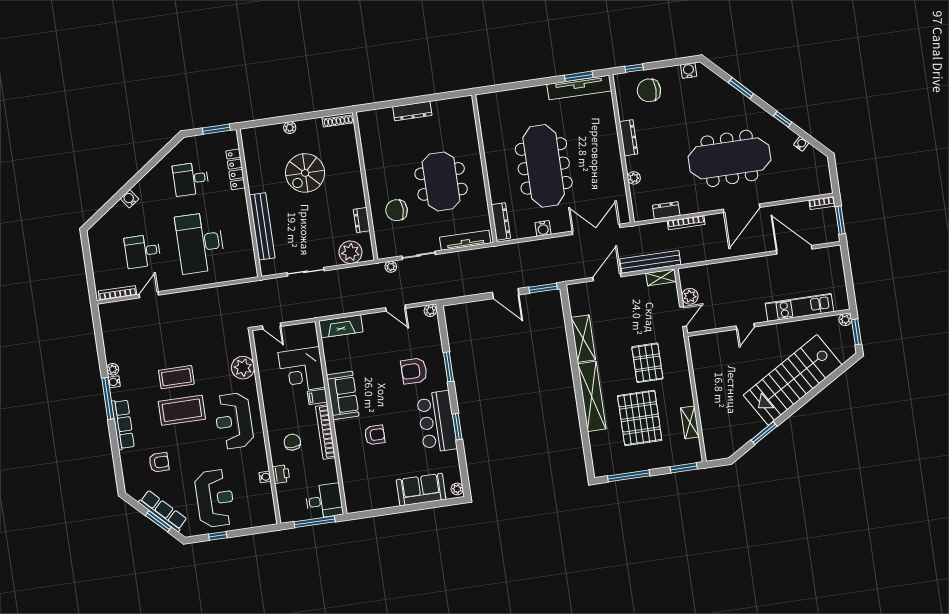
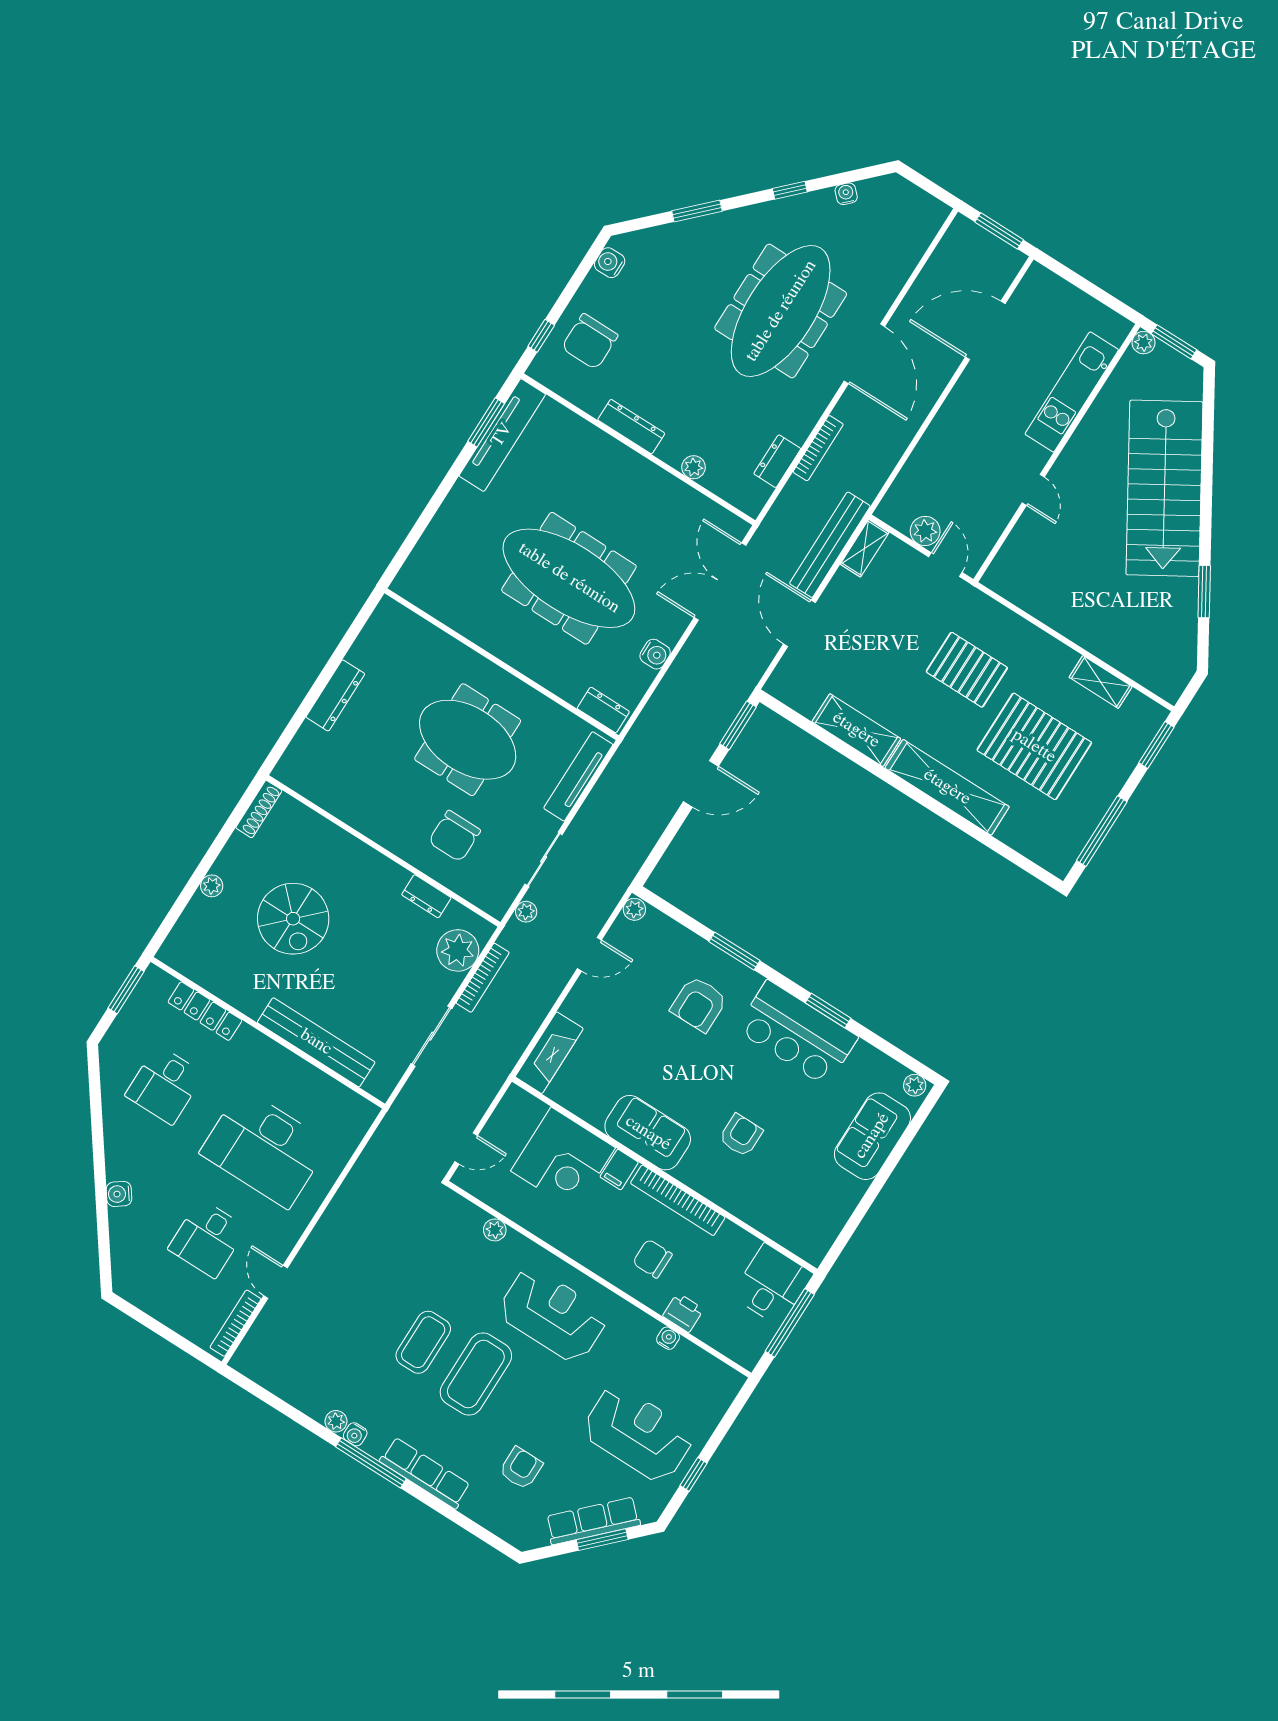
bookcase: (822, 203) -> (483, 978), moved, width x1.56
dresser: (501, 221) -> (603, 710), width x0.70
plant: (243, 368) -> (495, 1230), width x0.53, depth x0.53
reception desk: (234, 421) -> (553, 1315), turned 180

